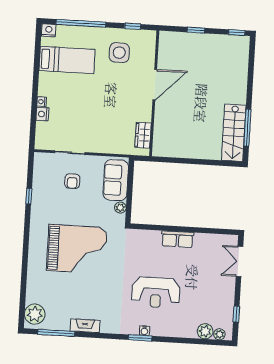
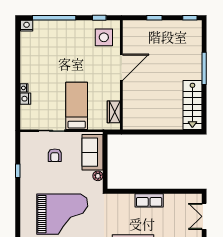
side table: (119, 53) -> (104, 37), moved
bed: (67, 60) -> (77, 106), moved, turned -90
window: (247, 128) -> (204, 68), moved

